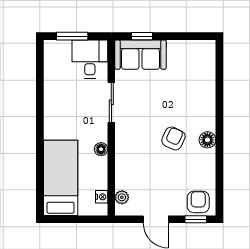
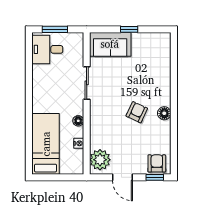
window: (142, 36) -> (129, 29), moved
desk: (90, 59) -> (47, 49), moved, turned -90
nightstand: (102, 197) -> (79, 143), moved
plant: (122, 197) -> (100, 160), width x1.88, depth x1.88

